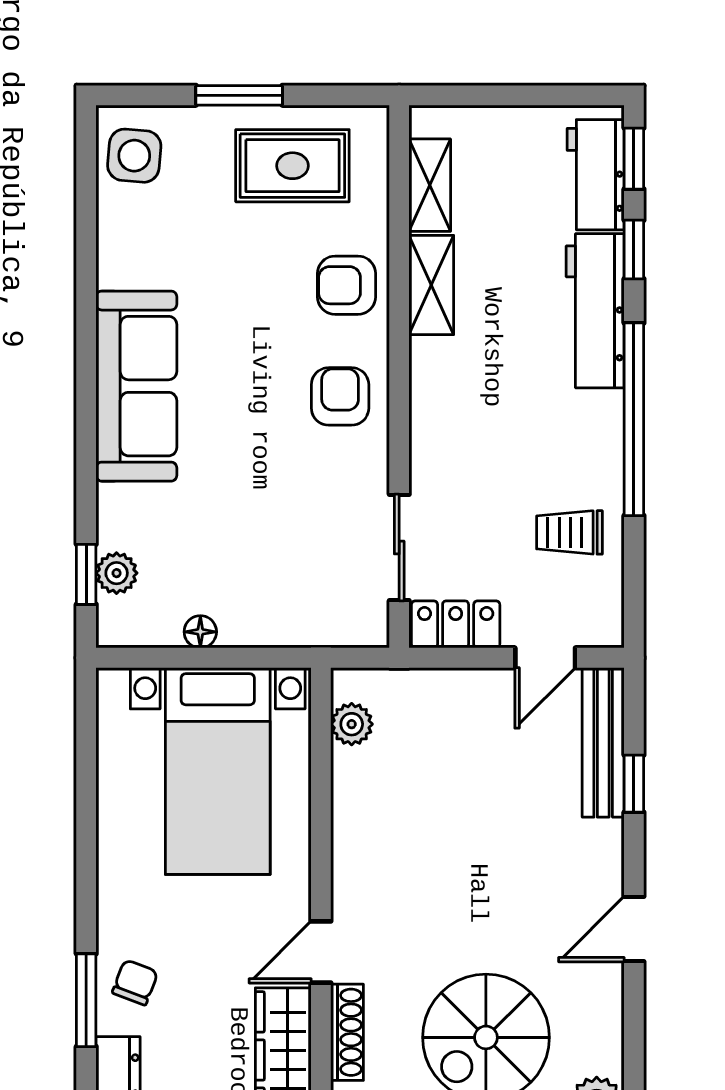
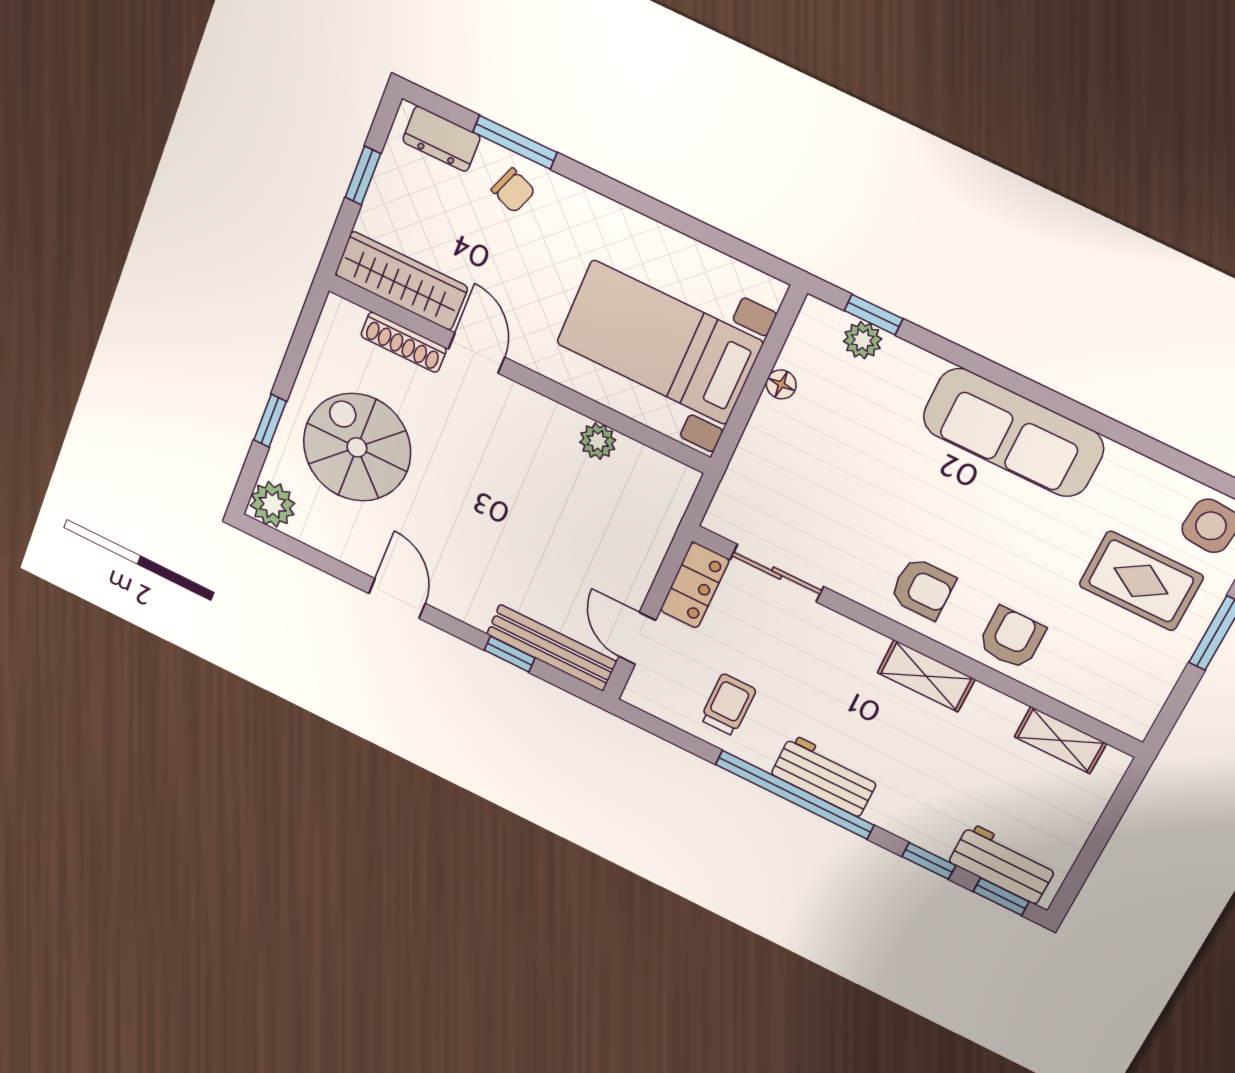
rug: (292, 166) -> (1141, 581), moved, turned 90
shelving: (431, 285) -> (926, 676), moved
workbench: (595, 311) -> (825, 776), moved, width x0.73
plant: (352, 724) -> (598, 441), moved

